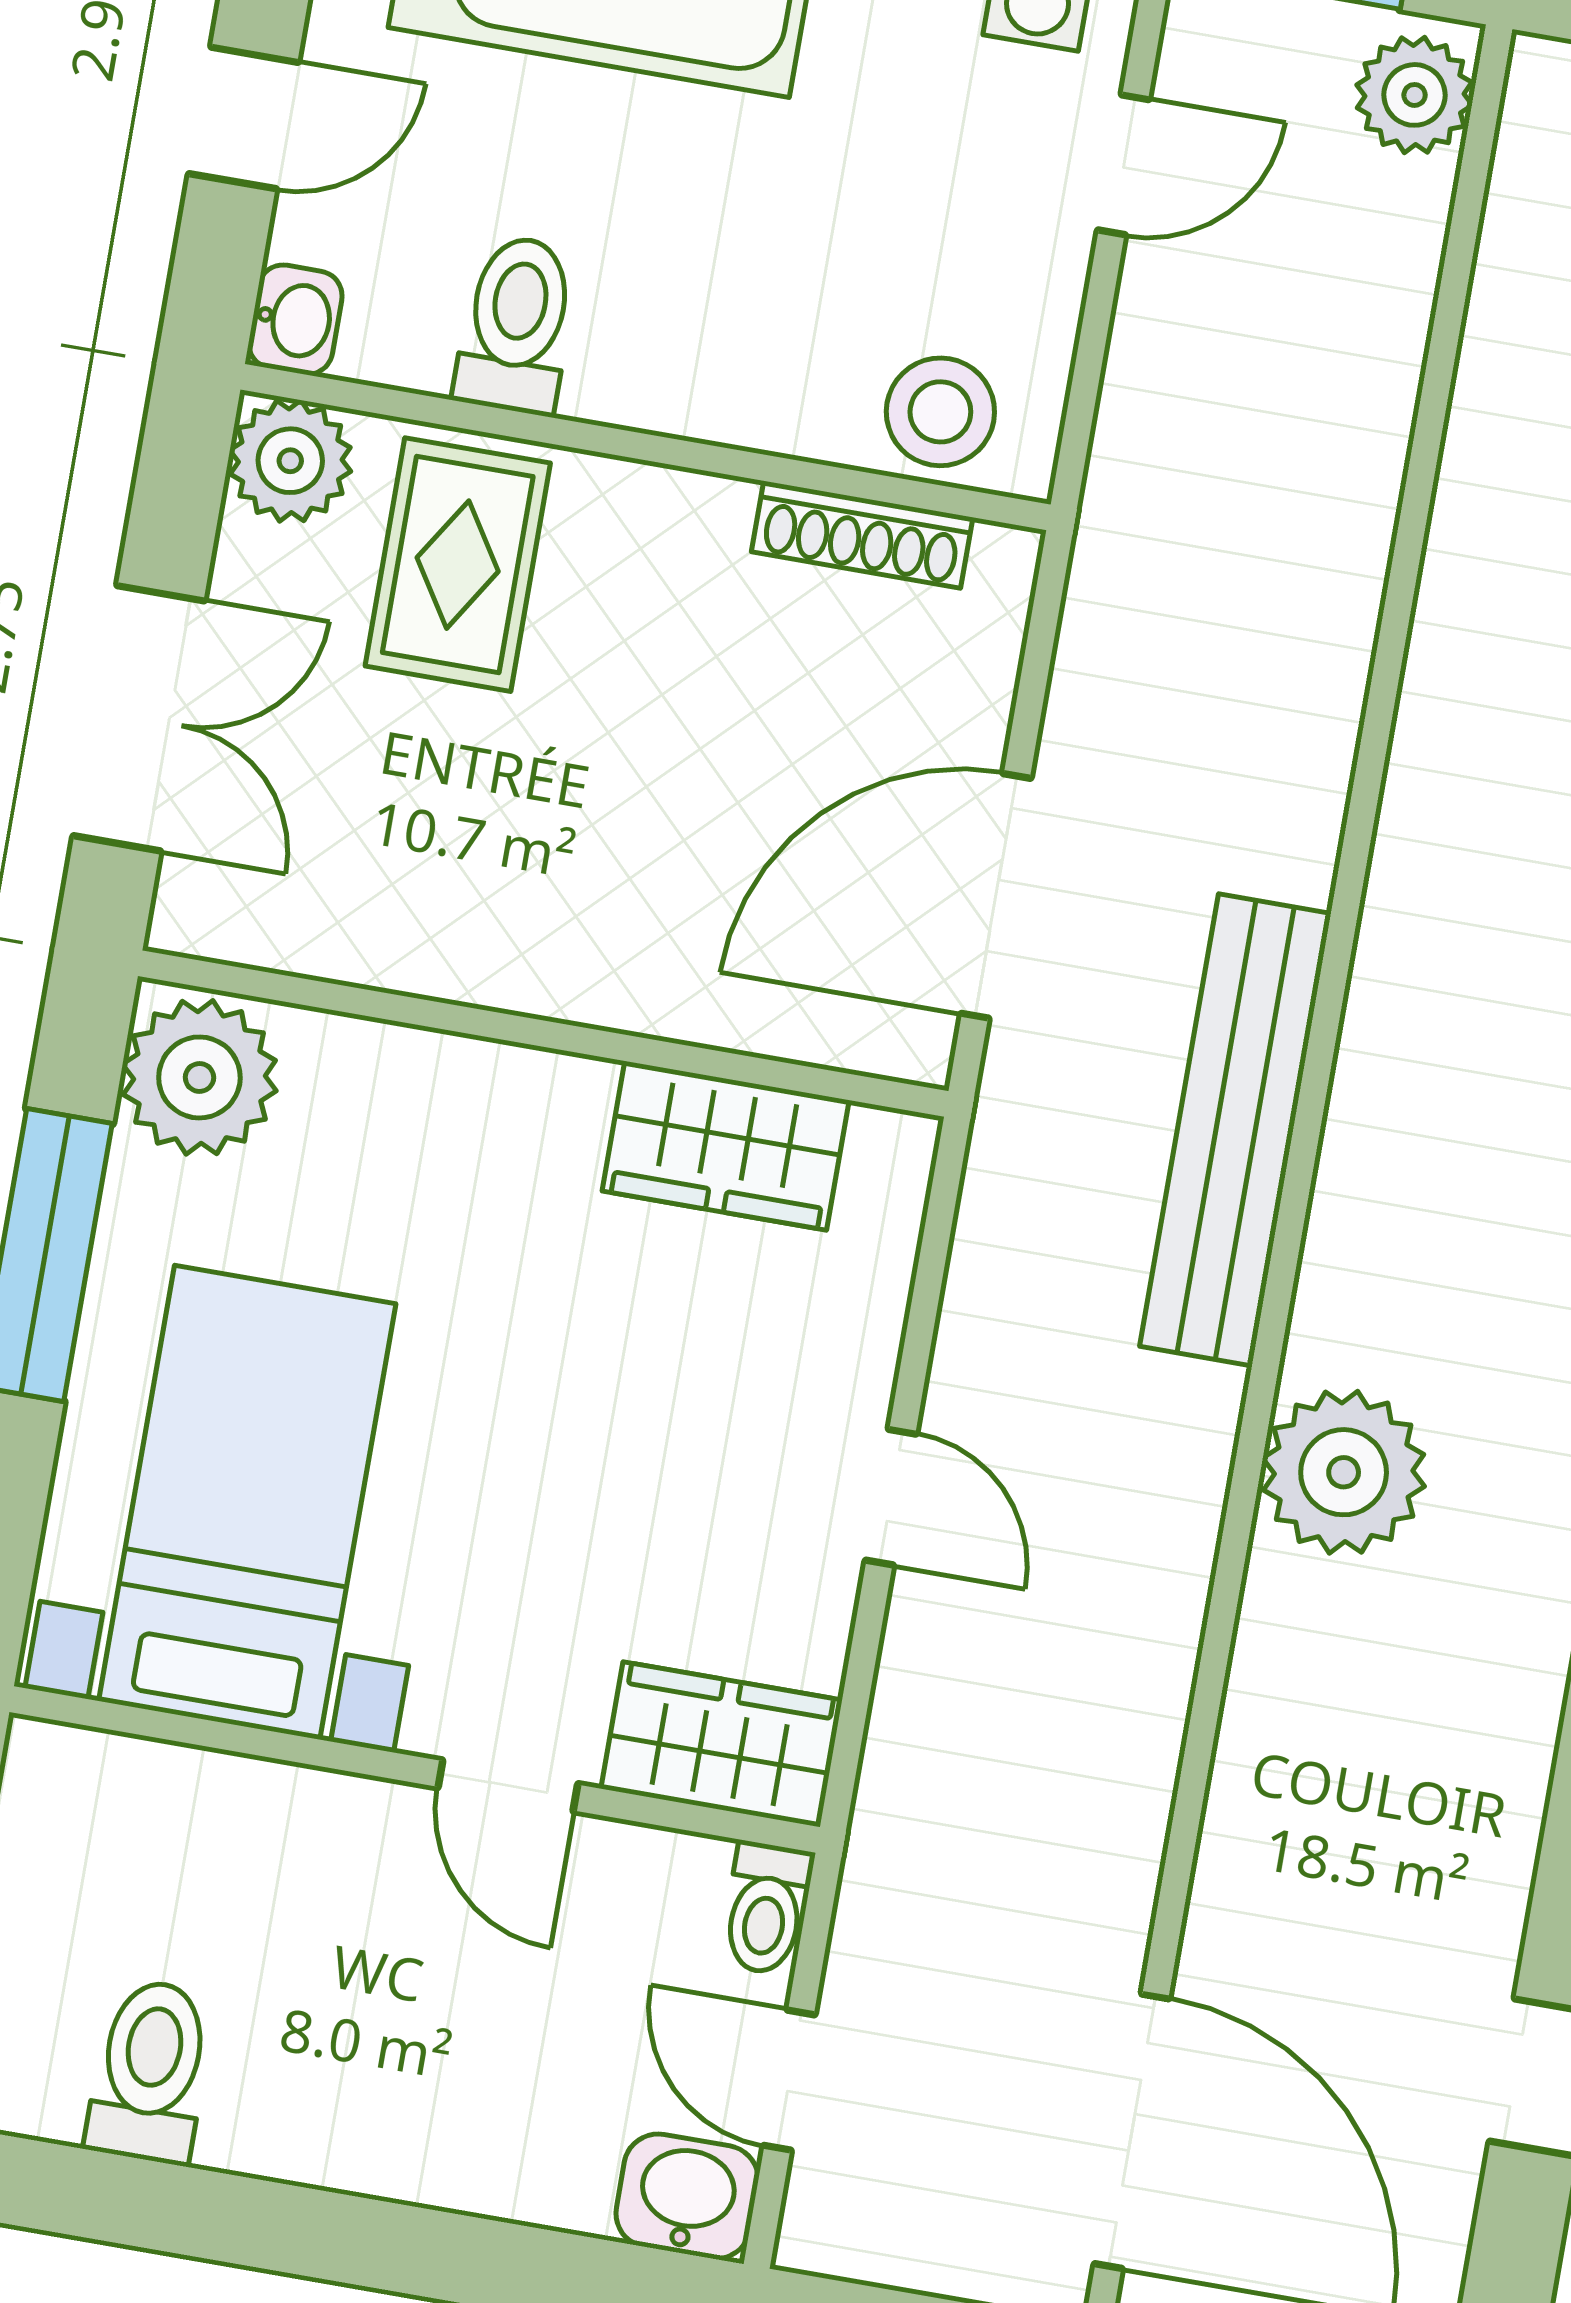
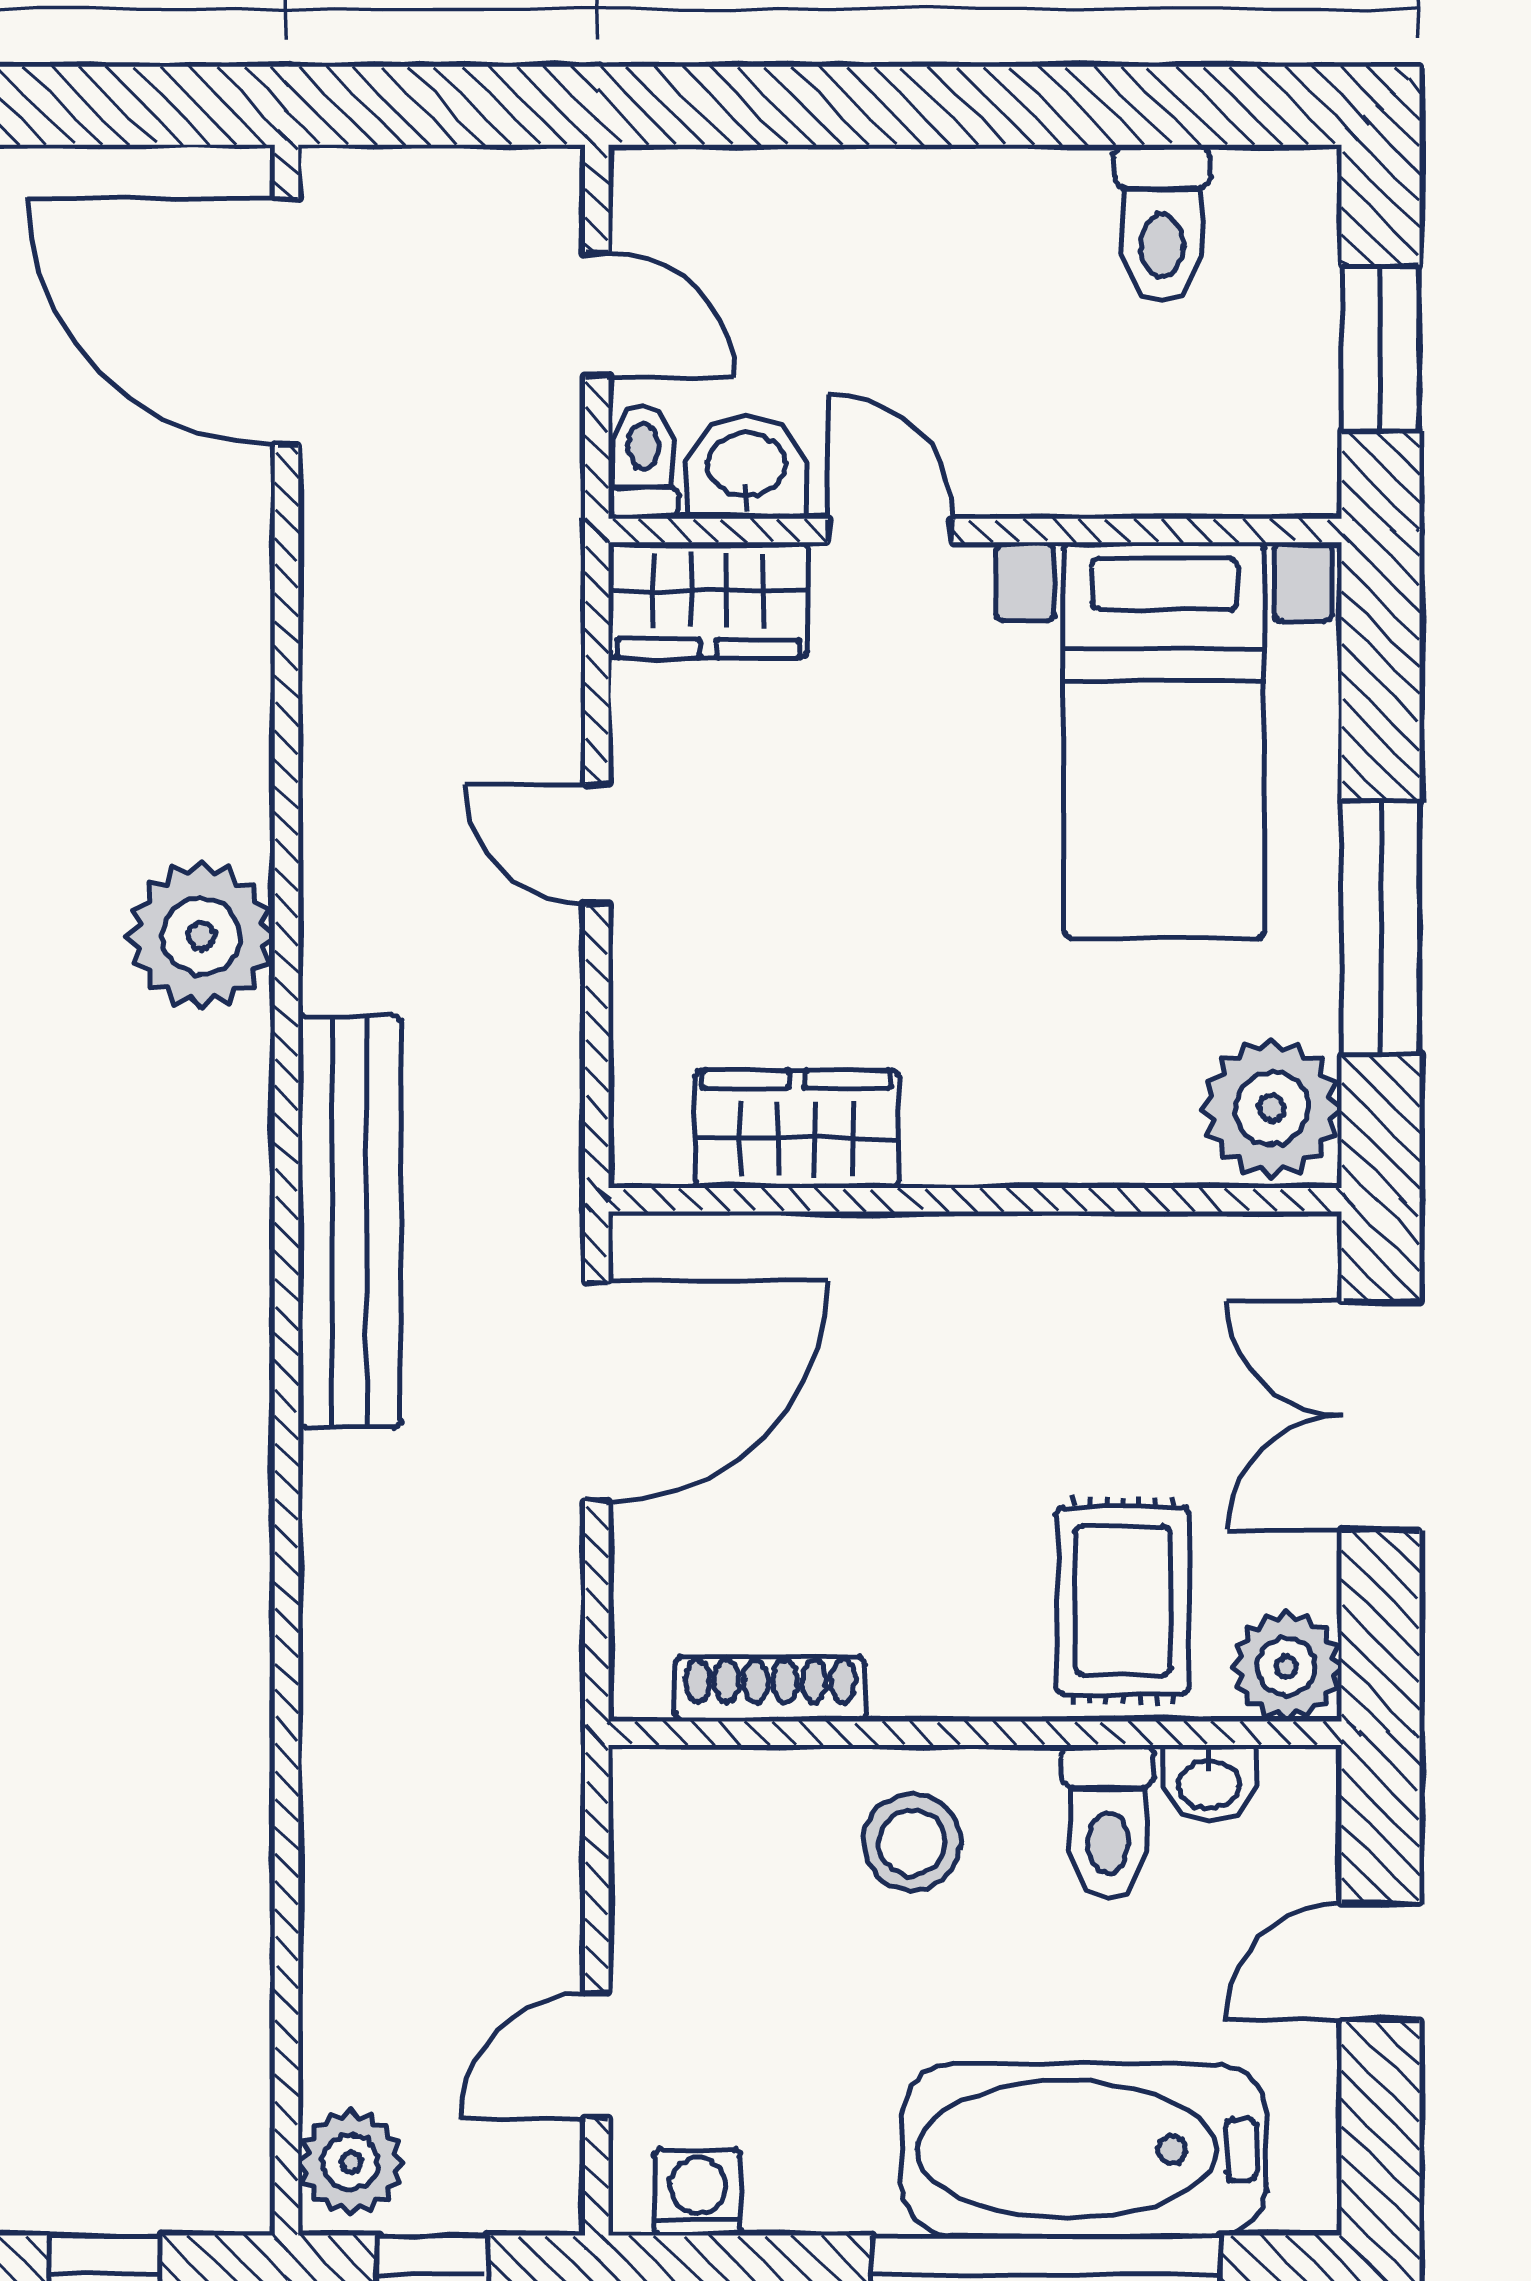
washbasin: (295, 320) -> (1209, 1783), moved, turned -90
stool: (940, 412) -> (912, 1842), moved
washbasin: (687, 2196) -> (746, 468), moved, turned 180

